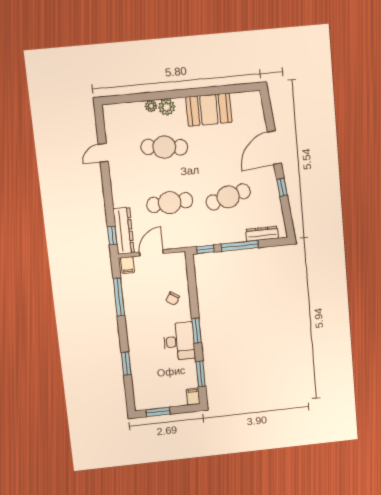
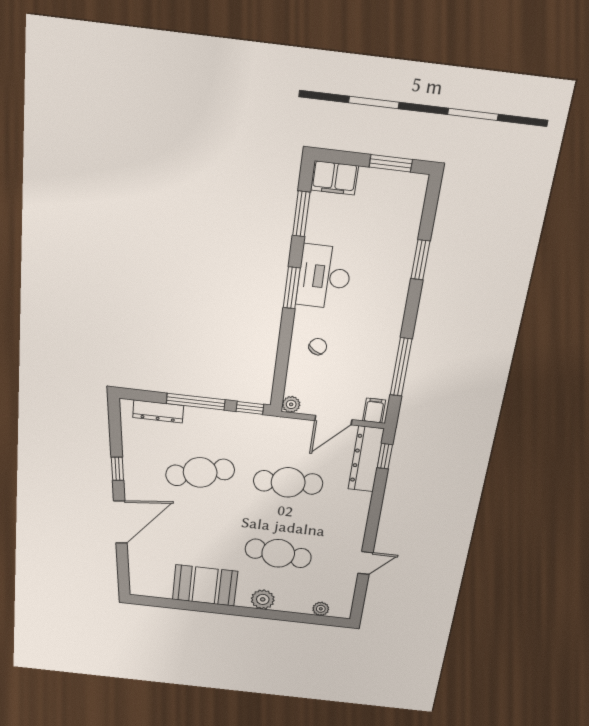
plant: (151, 106) -> (321, 609), moved
plant: (180, 257) -> (291, 404), added
filing cabinet: (193, 397) -> (334, 178), width x2.00

